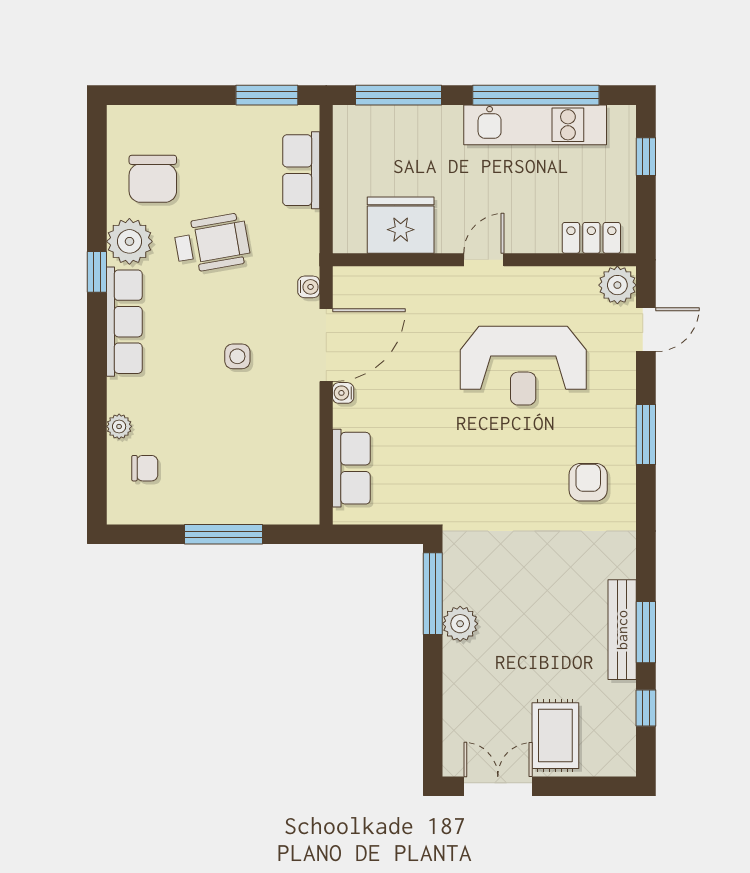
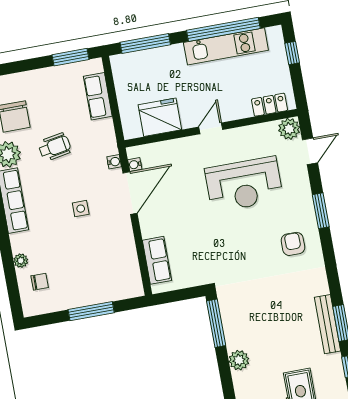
wheelchair: (212, 243) -> (55, 147), width x0.73, depth x0.73
water cooler: (343, 393) -> (135, 164), moved
plant: (460, 624) -> (239, 360), moved

